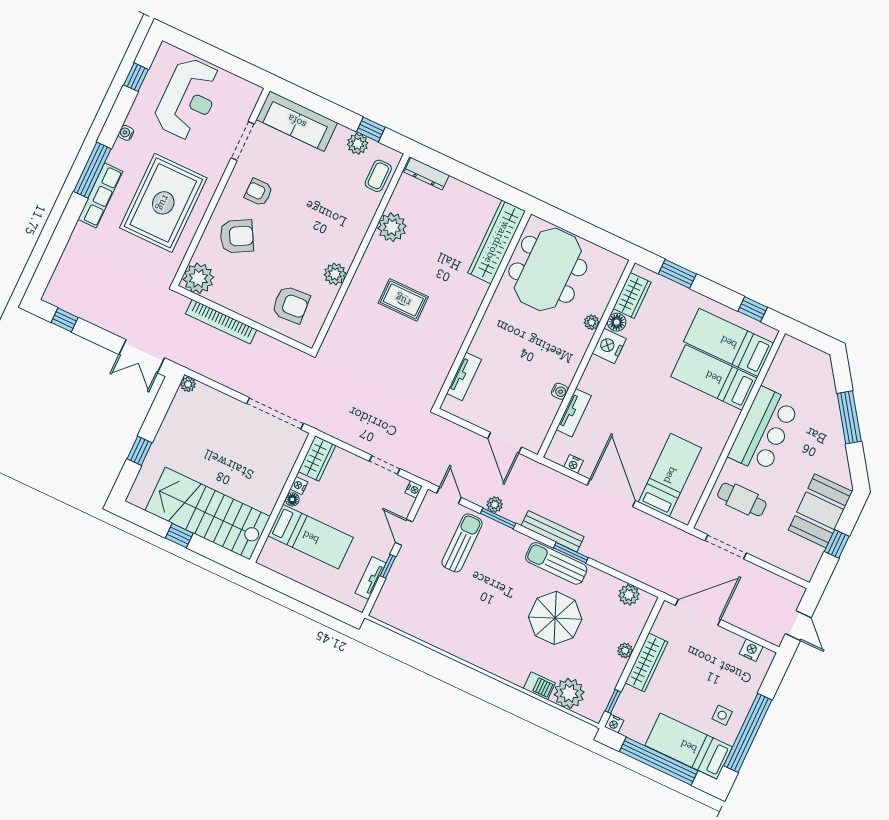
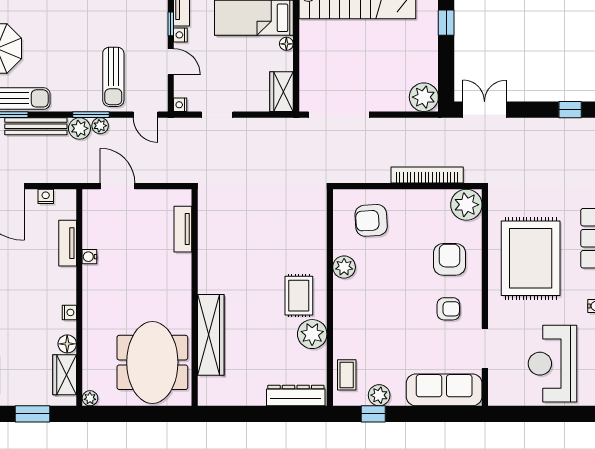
dresser: (427, 174) -> (296, 396), width x1.37, depth x1.24
armchair: (237, 236) -> (449, 259), turned 119
wardrobe: (497, 242) -> (211, 335), moved
rug: (403, 300) -> (299, 296), moved, turned 90
plant: (592, 322) -> (90, 398), moved
nightstand: (609, 346) -> (69, 312), width x0.53, depth x0.56
plant: (188, 384) -> (424, 97), width x1.87, depth x1.87
nightstand: (299, 486) -> (180, 35), moved, turned 180
plant: (514, 511) -> (79, 128), added

